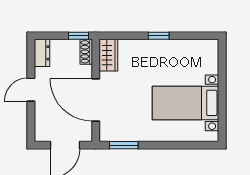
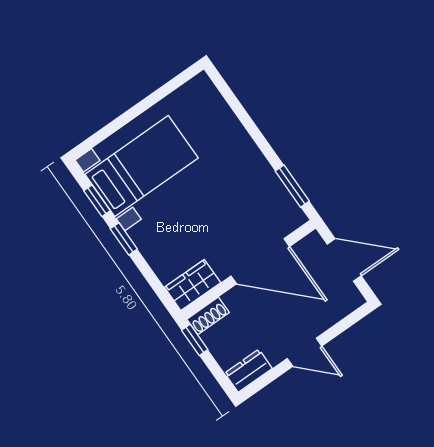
window: (189, 36) -> (97, 201), added
door: (96, 100) -> (260, 261), hinge flipped
bed with nightstands: (186, 103) -> (142, 166), moved, turned -90

